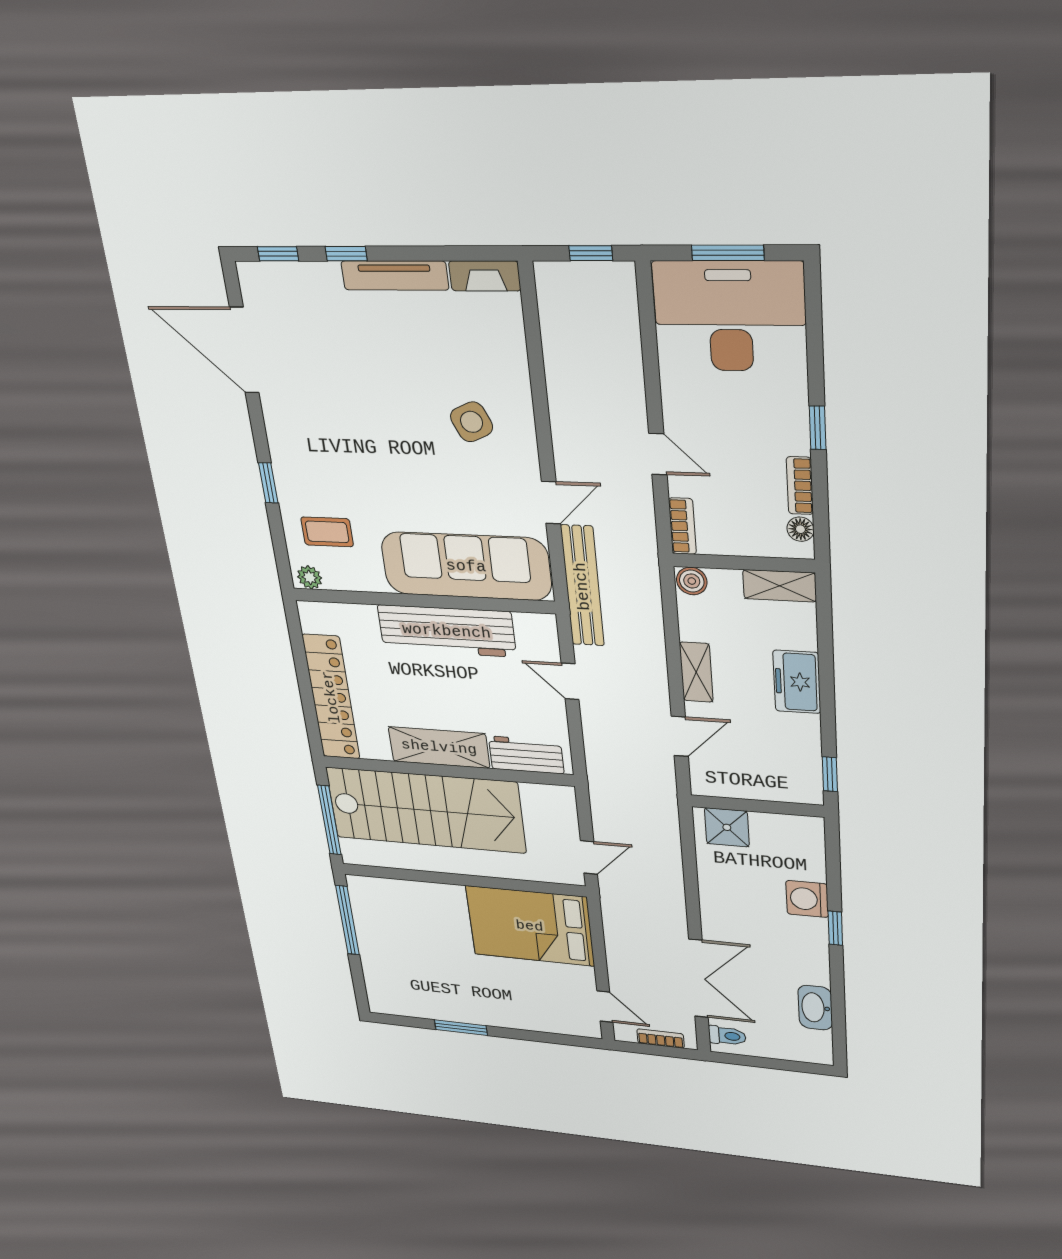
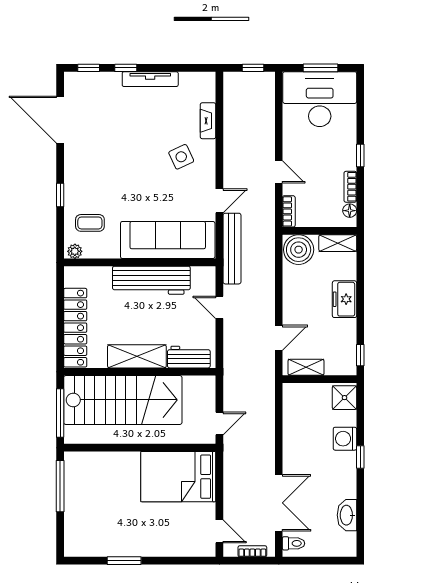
fireplace: (485, 276) -> (208, 121), moved, turned 90
boiler: (692, 581) -> (299, 250), width x1.86, depth x1.86
shelving: (696, 672) -> (306, 367), moved, turned 90
shower: (727, 827) -> (344, 398), moved

